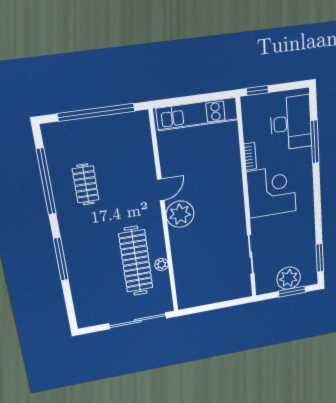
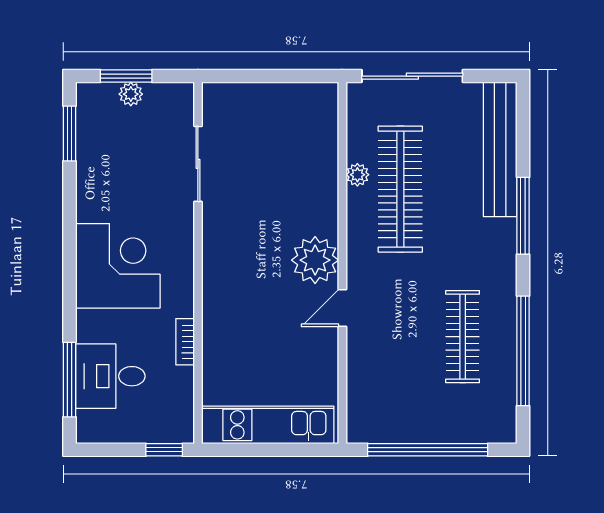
desk: (291, 123) -> (110, 376), width x0.73
window: (315, 142) -> (70, 380), moved
clothes rail: (86, 184) -> (463, 337), width x1.36
corner desk: (271, 191) -> (118, 266), moved, turned 180
plant: (289, 278) -> (131, 94), width x0.53, depth x0.53
bench: (81, 292) -> (500, 149), added

